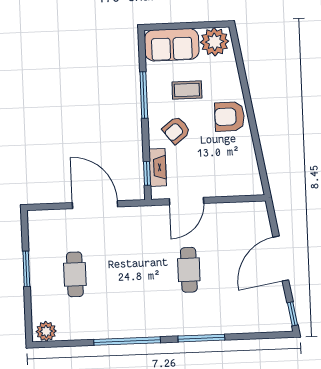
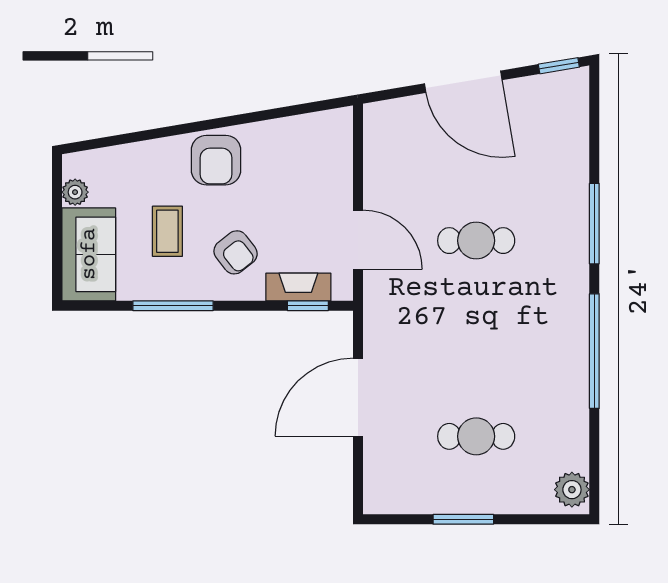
plant: (215, 42) -> (75, 192), width x0.53, depth x0.53

